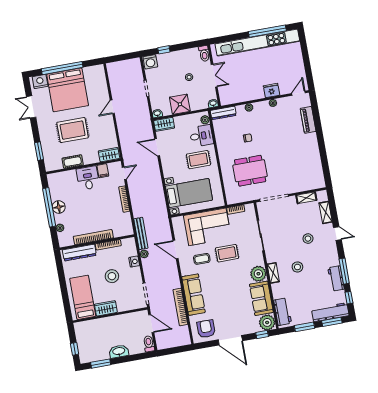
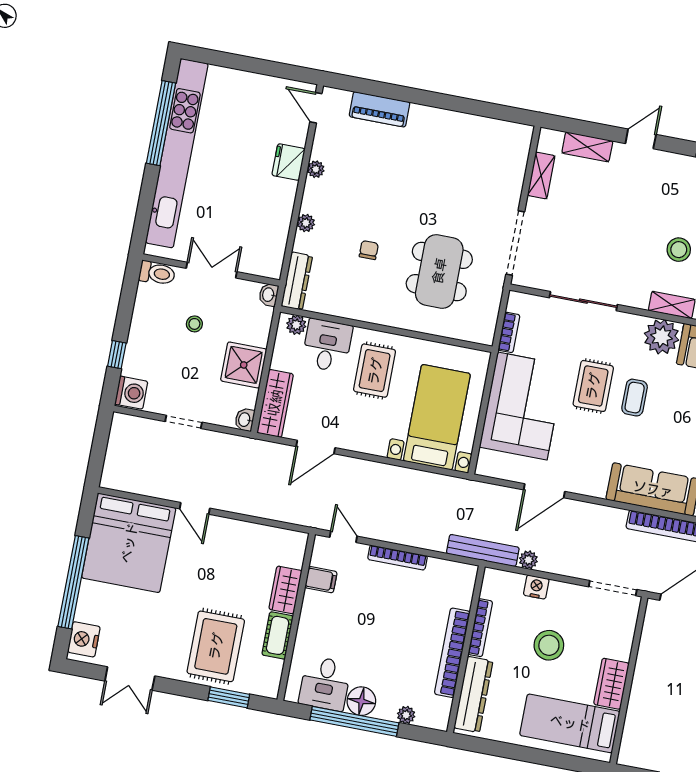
bed: (68, 90) -> (129, 543), moved, turned 90
wardrobe: (164, 124) -> (275, 403), width x1.50
rug: (73, 130) -> (216, 646), moved
wardrobe: (109, 155) -> (285, 590), moved
desk: (88, 178) -> (325, 683), moved, turned -90
stool: (308, 239) -> (628, 205), removed
coffee table: (202, 259) -> (635, 398), moved

